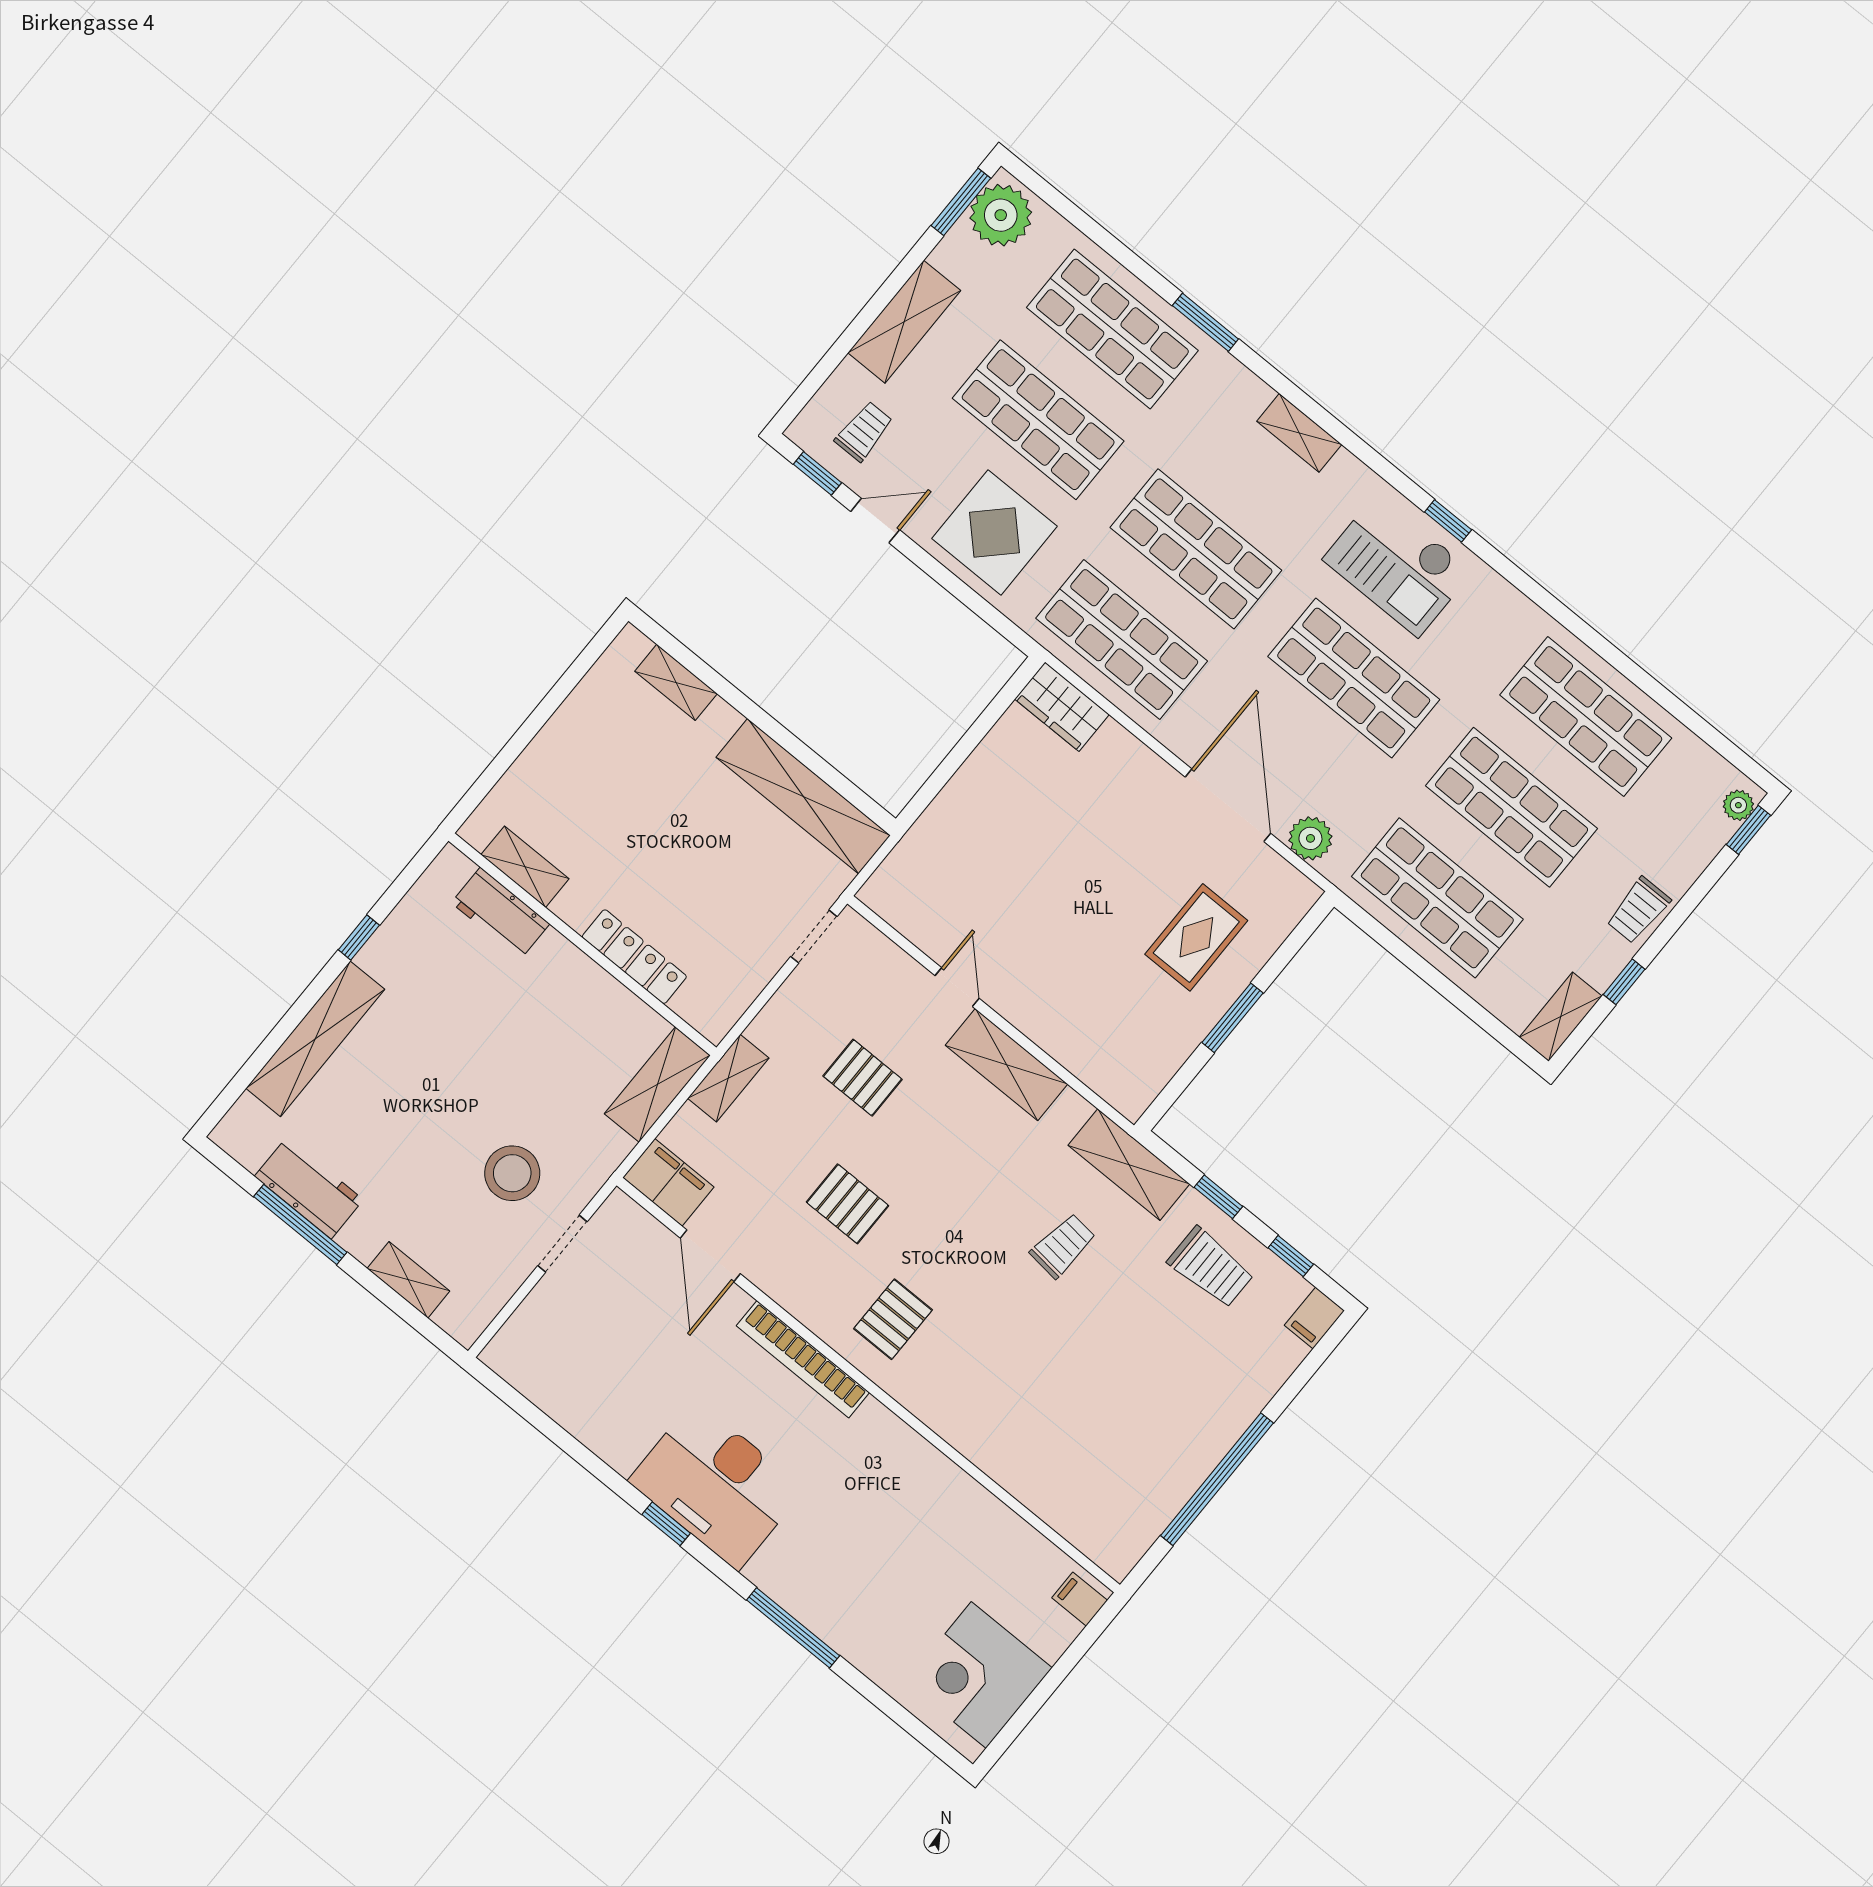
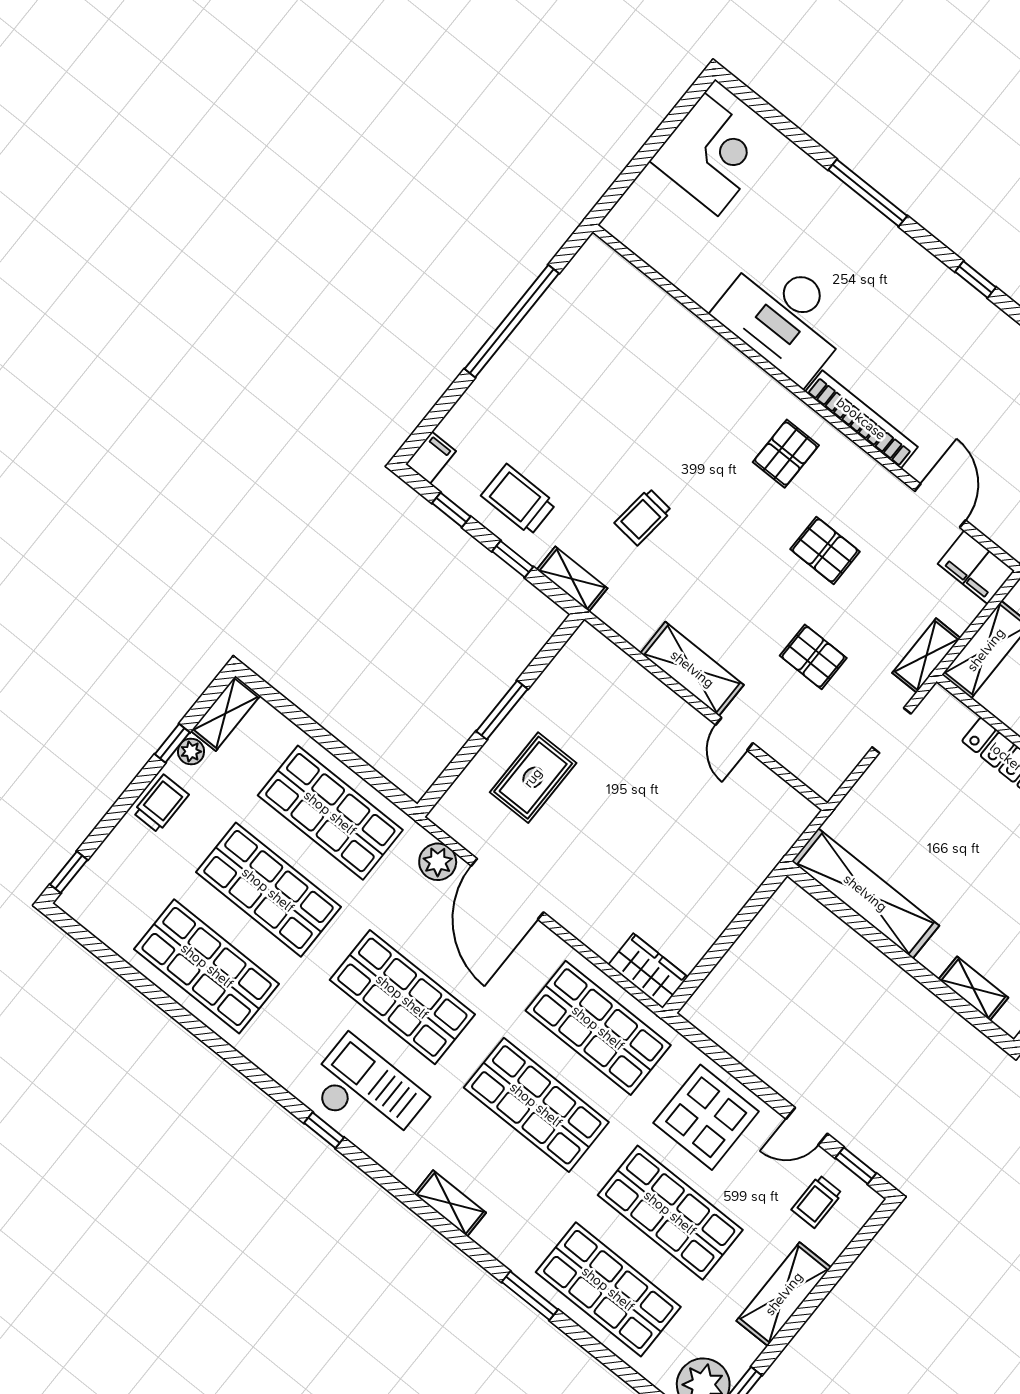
plant: (1738, 805) -> (191, 751), moved
doorway: (814, 936) -> (892, 730), moved
shelving: (1129, 1165) -> (572, 579), width x0.67, depth x0.75
desk: (716, 1485) -> (784, 317), moved, turned 180
filing cabinet: (1080, 1599) -> (627, 219), removed

